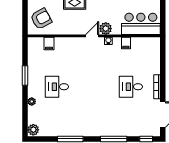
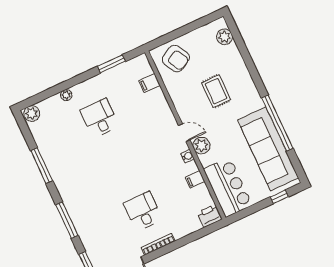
printer: (154, 44) -> (210, 216), added
window: (25, 75) -> (112, 64), moved

